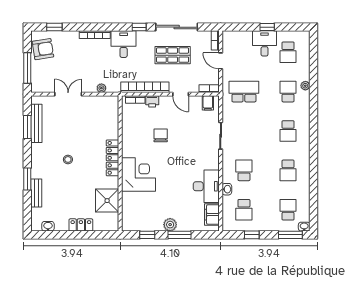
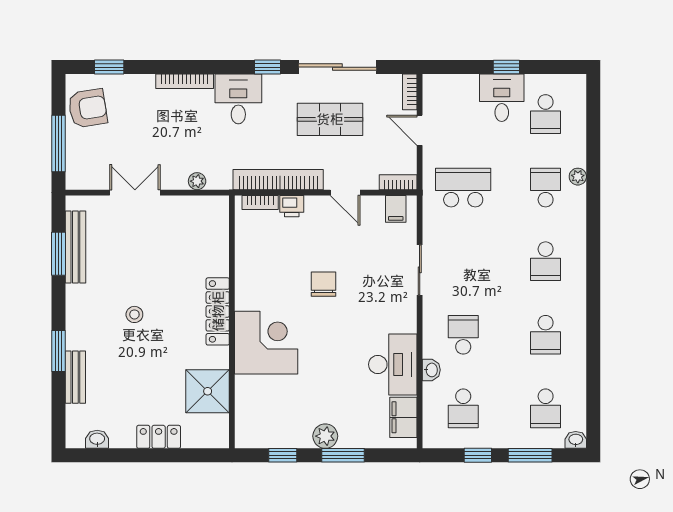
chair: (161, 135) -> (323, 284), moved
school desk: (288, 210) -> (546, 408), turned 180
window: (290, 235) -> (530, 455), moved

